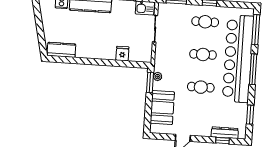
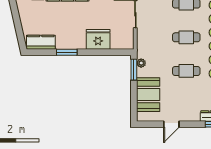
fridge: (122, 54) -> (98, 39), width x1.88, depth x1.34
window: (86, 61) -> (67, 52), added

